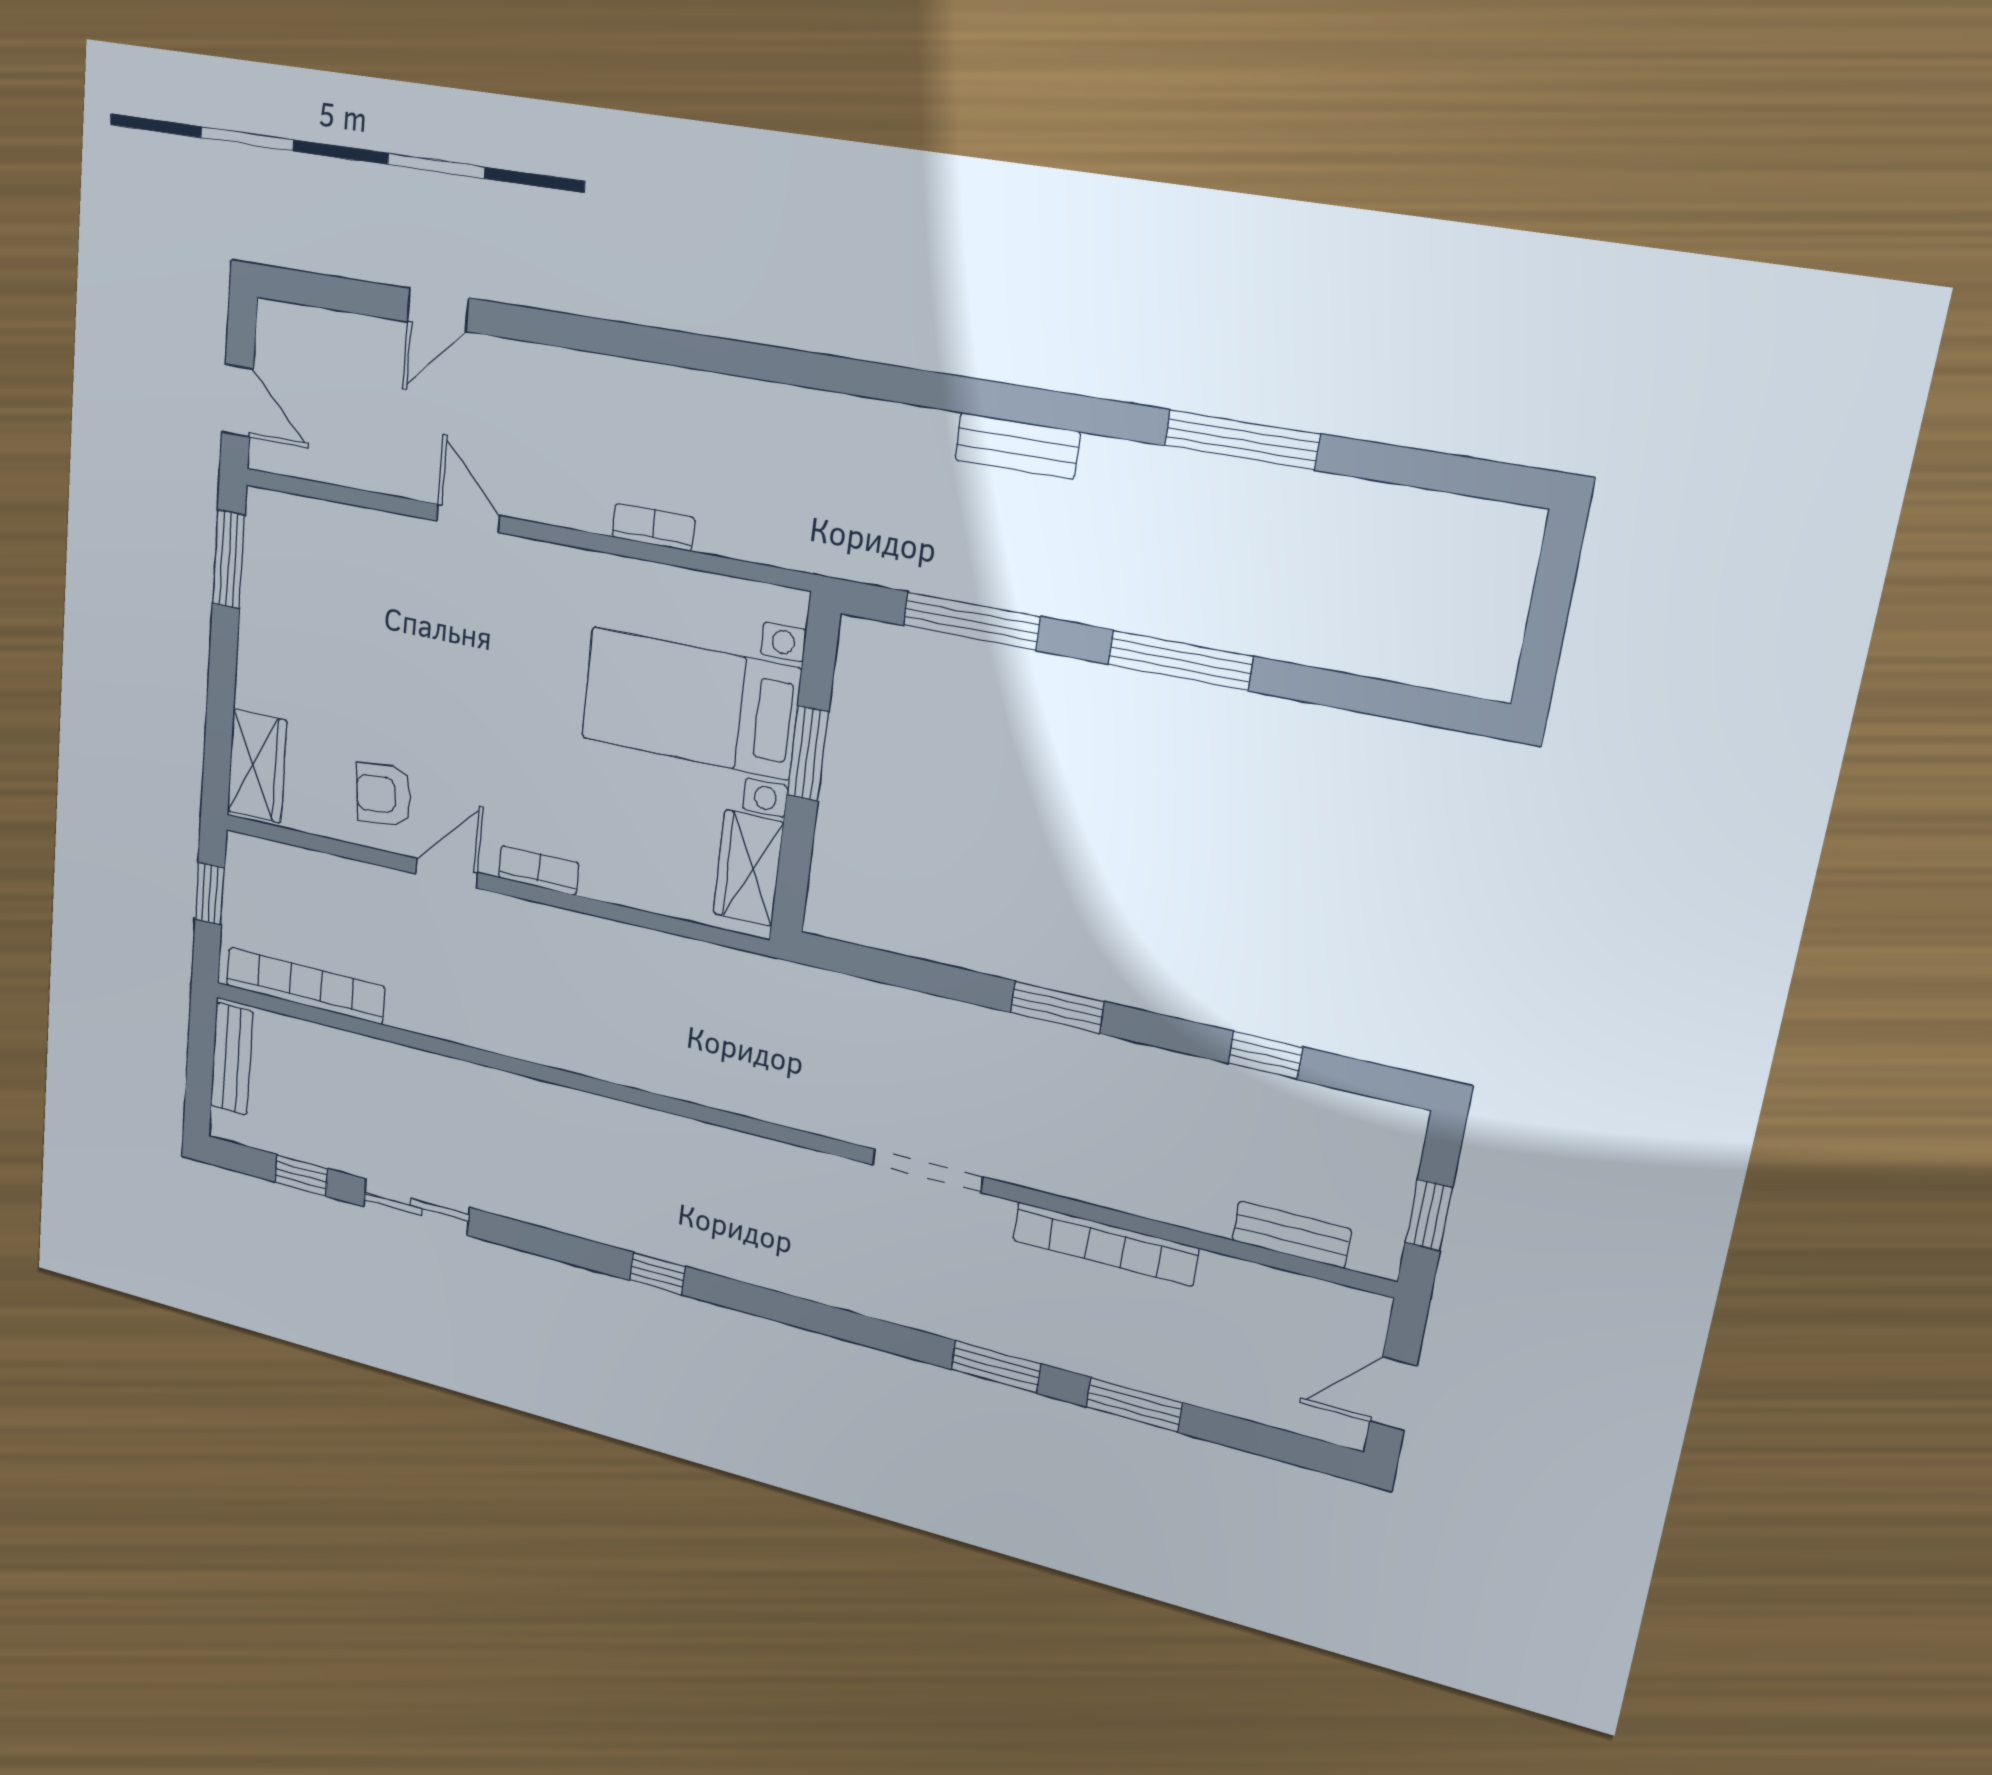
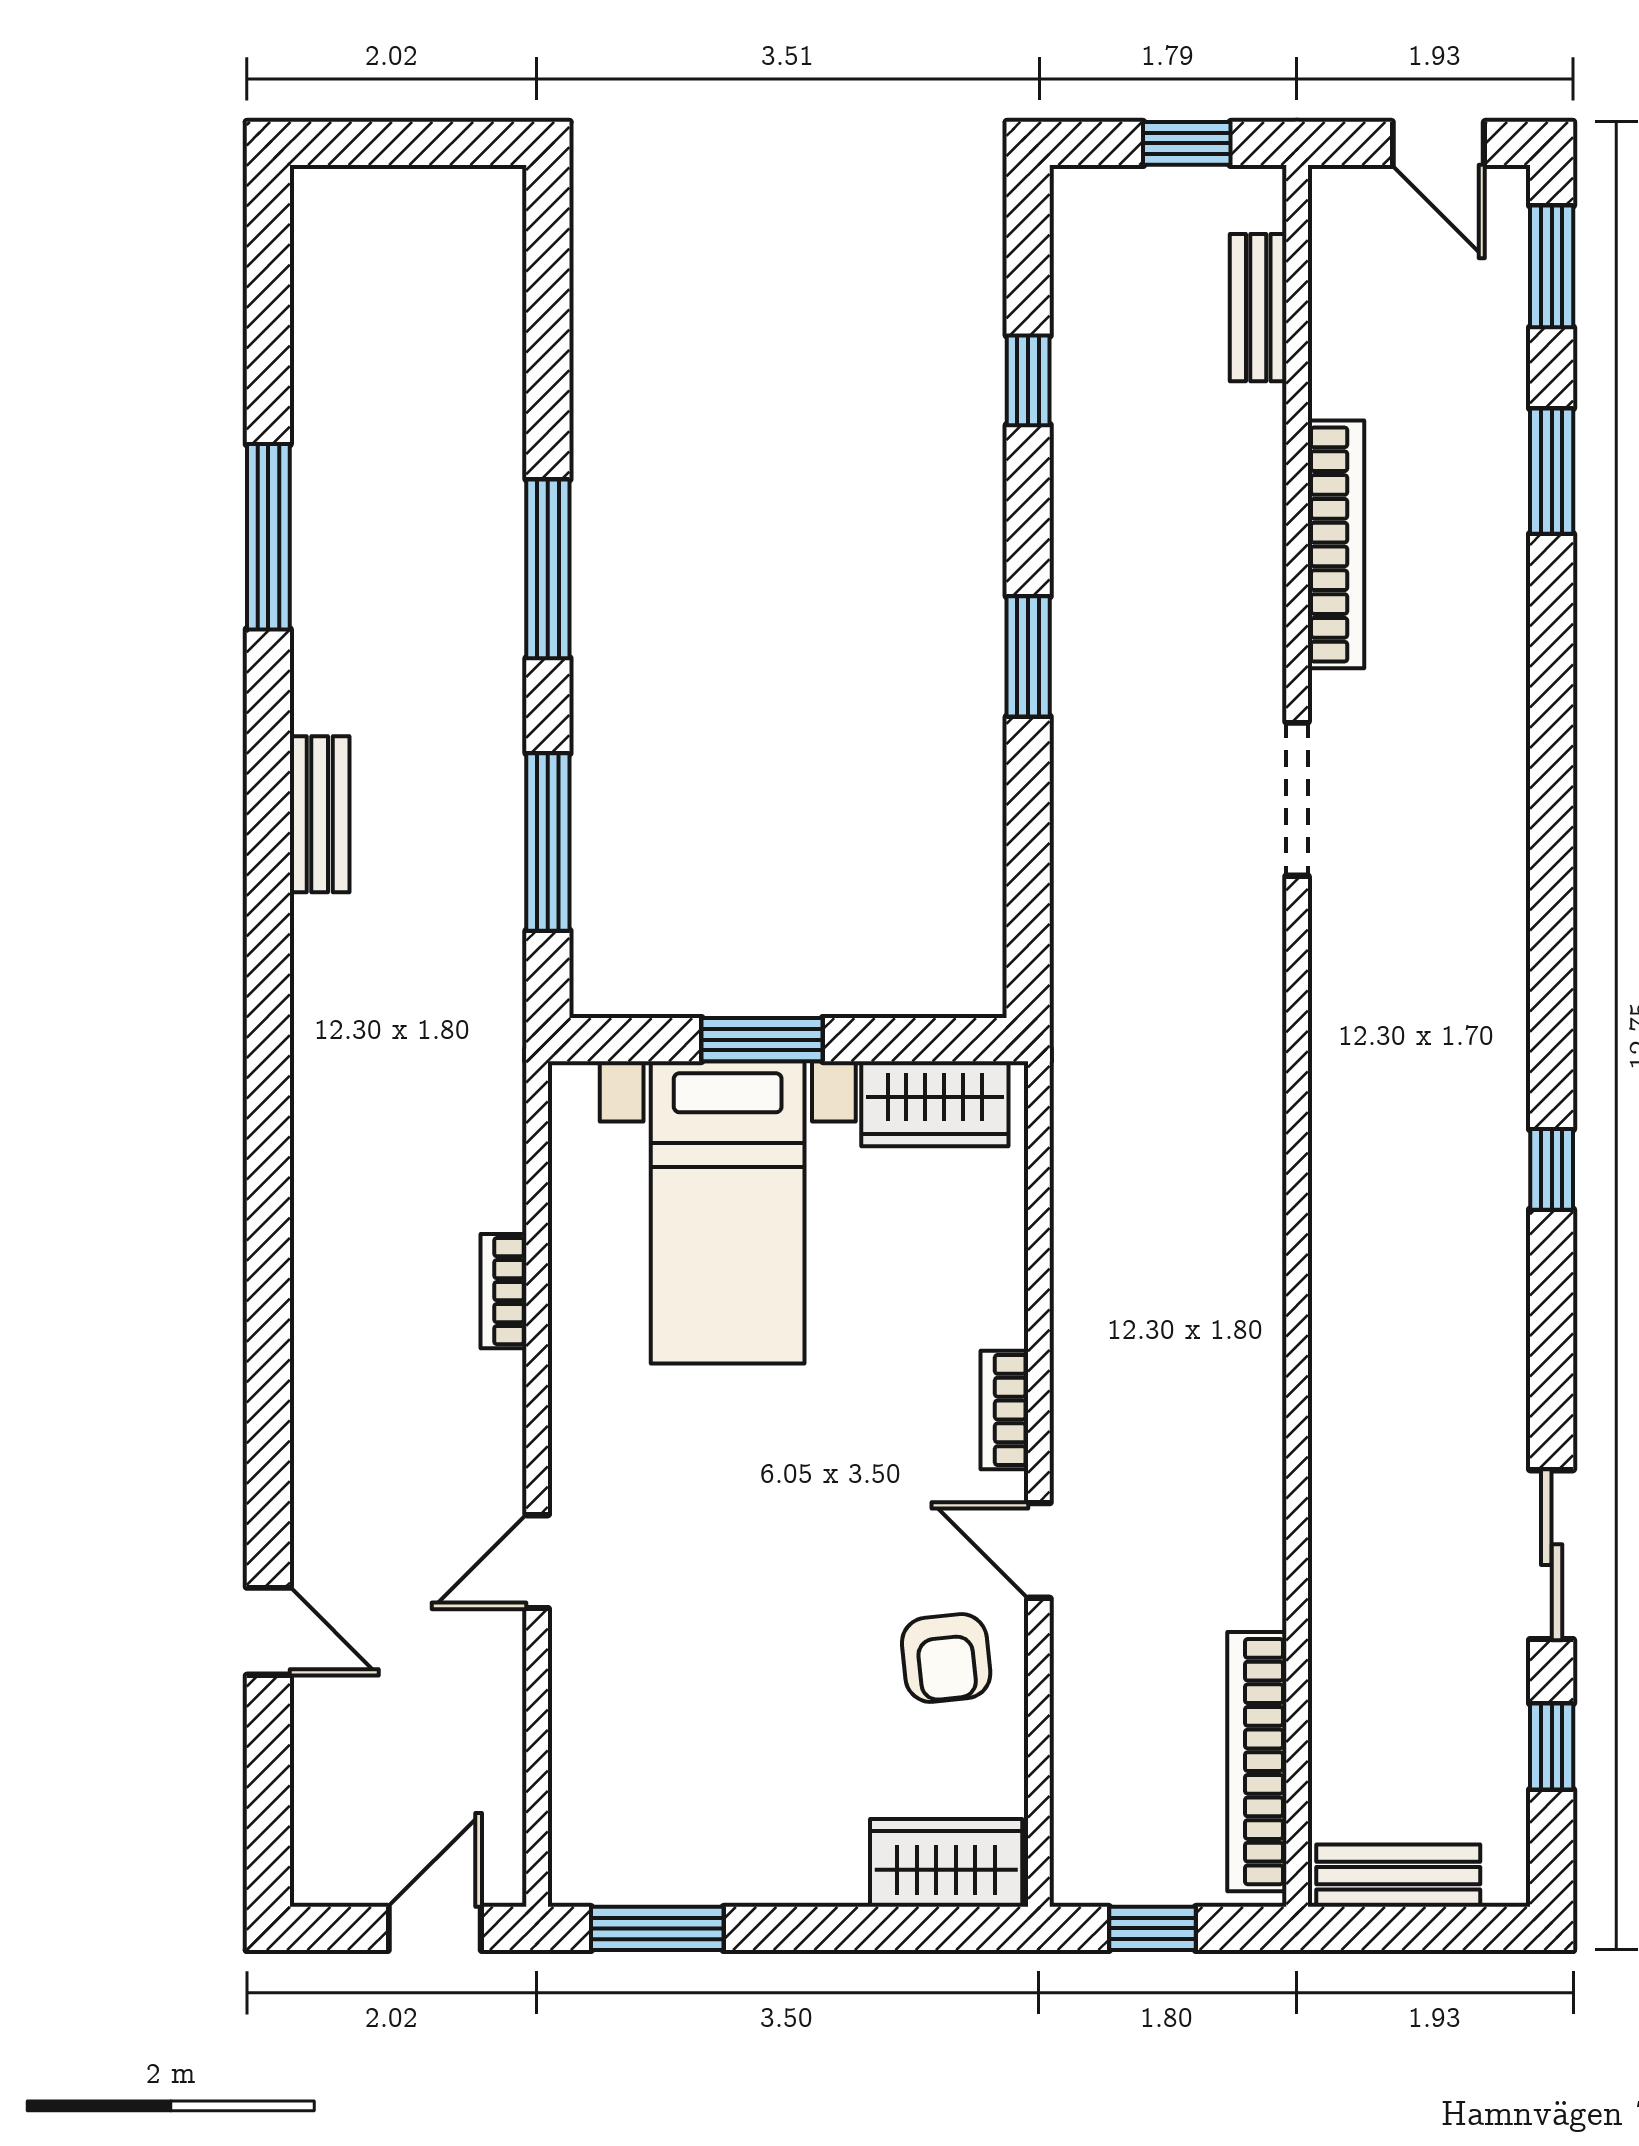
window: (996, 1367) -> (1552, 266), moved

